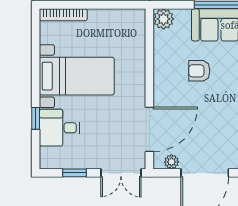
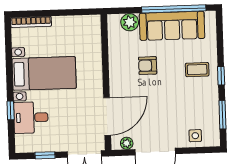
plant: (164, 19) -> (130, 22), moved

